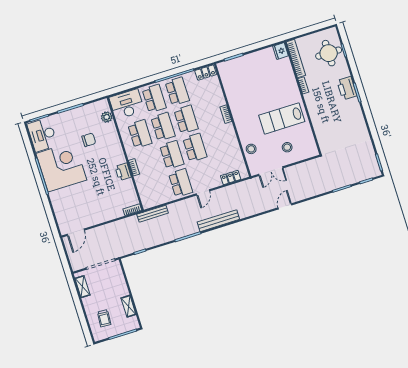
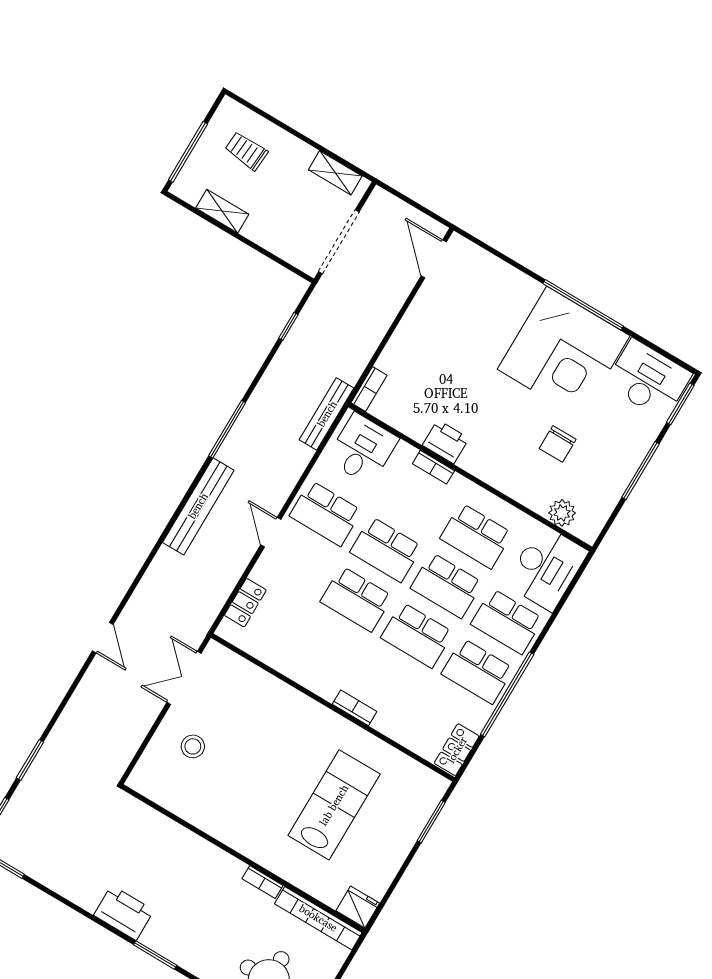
printer: (347, 88) -> (124, 913), moved
lab bench: (282, 118) -> (334, 805), moved
stool: (251, 149) -> (254, 686), removed
desk: (151, 193) -> (362, 449), added

